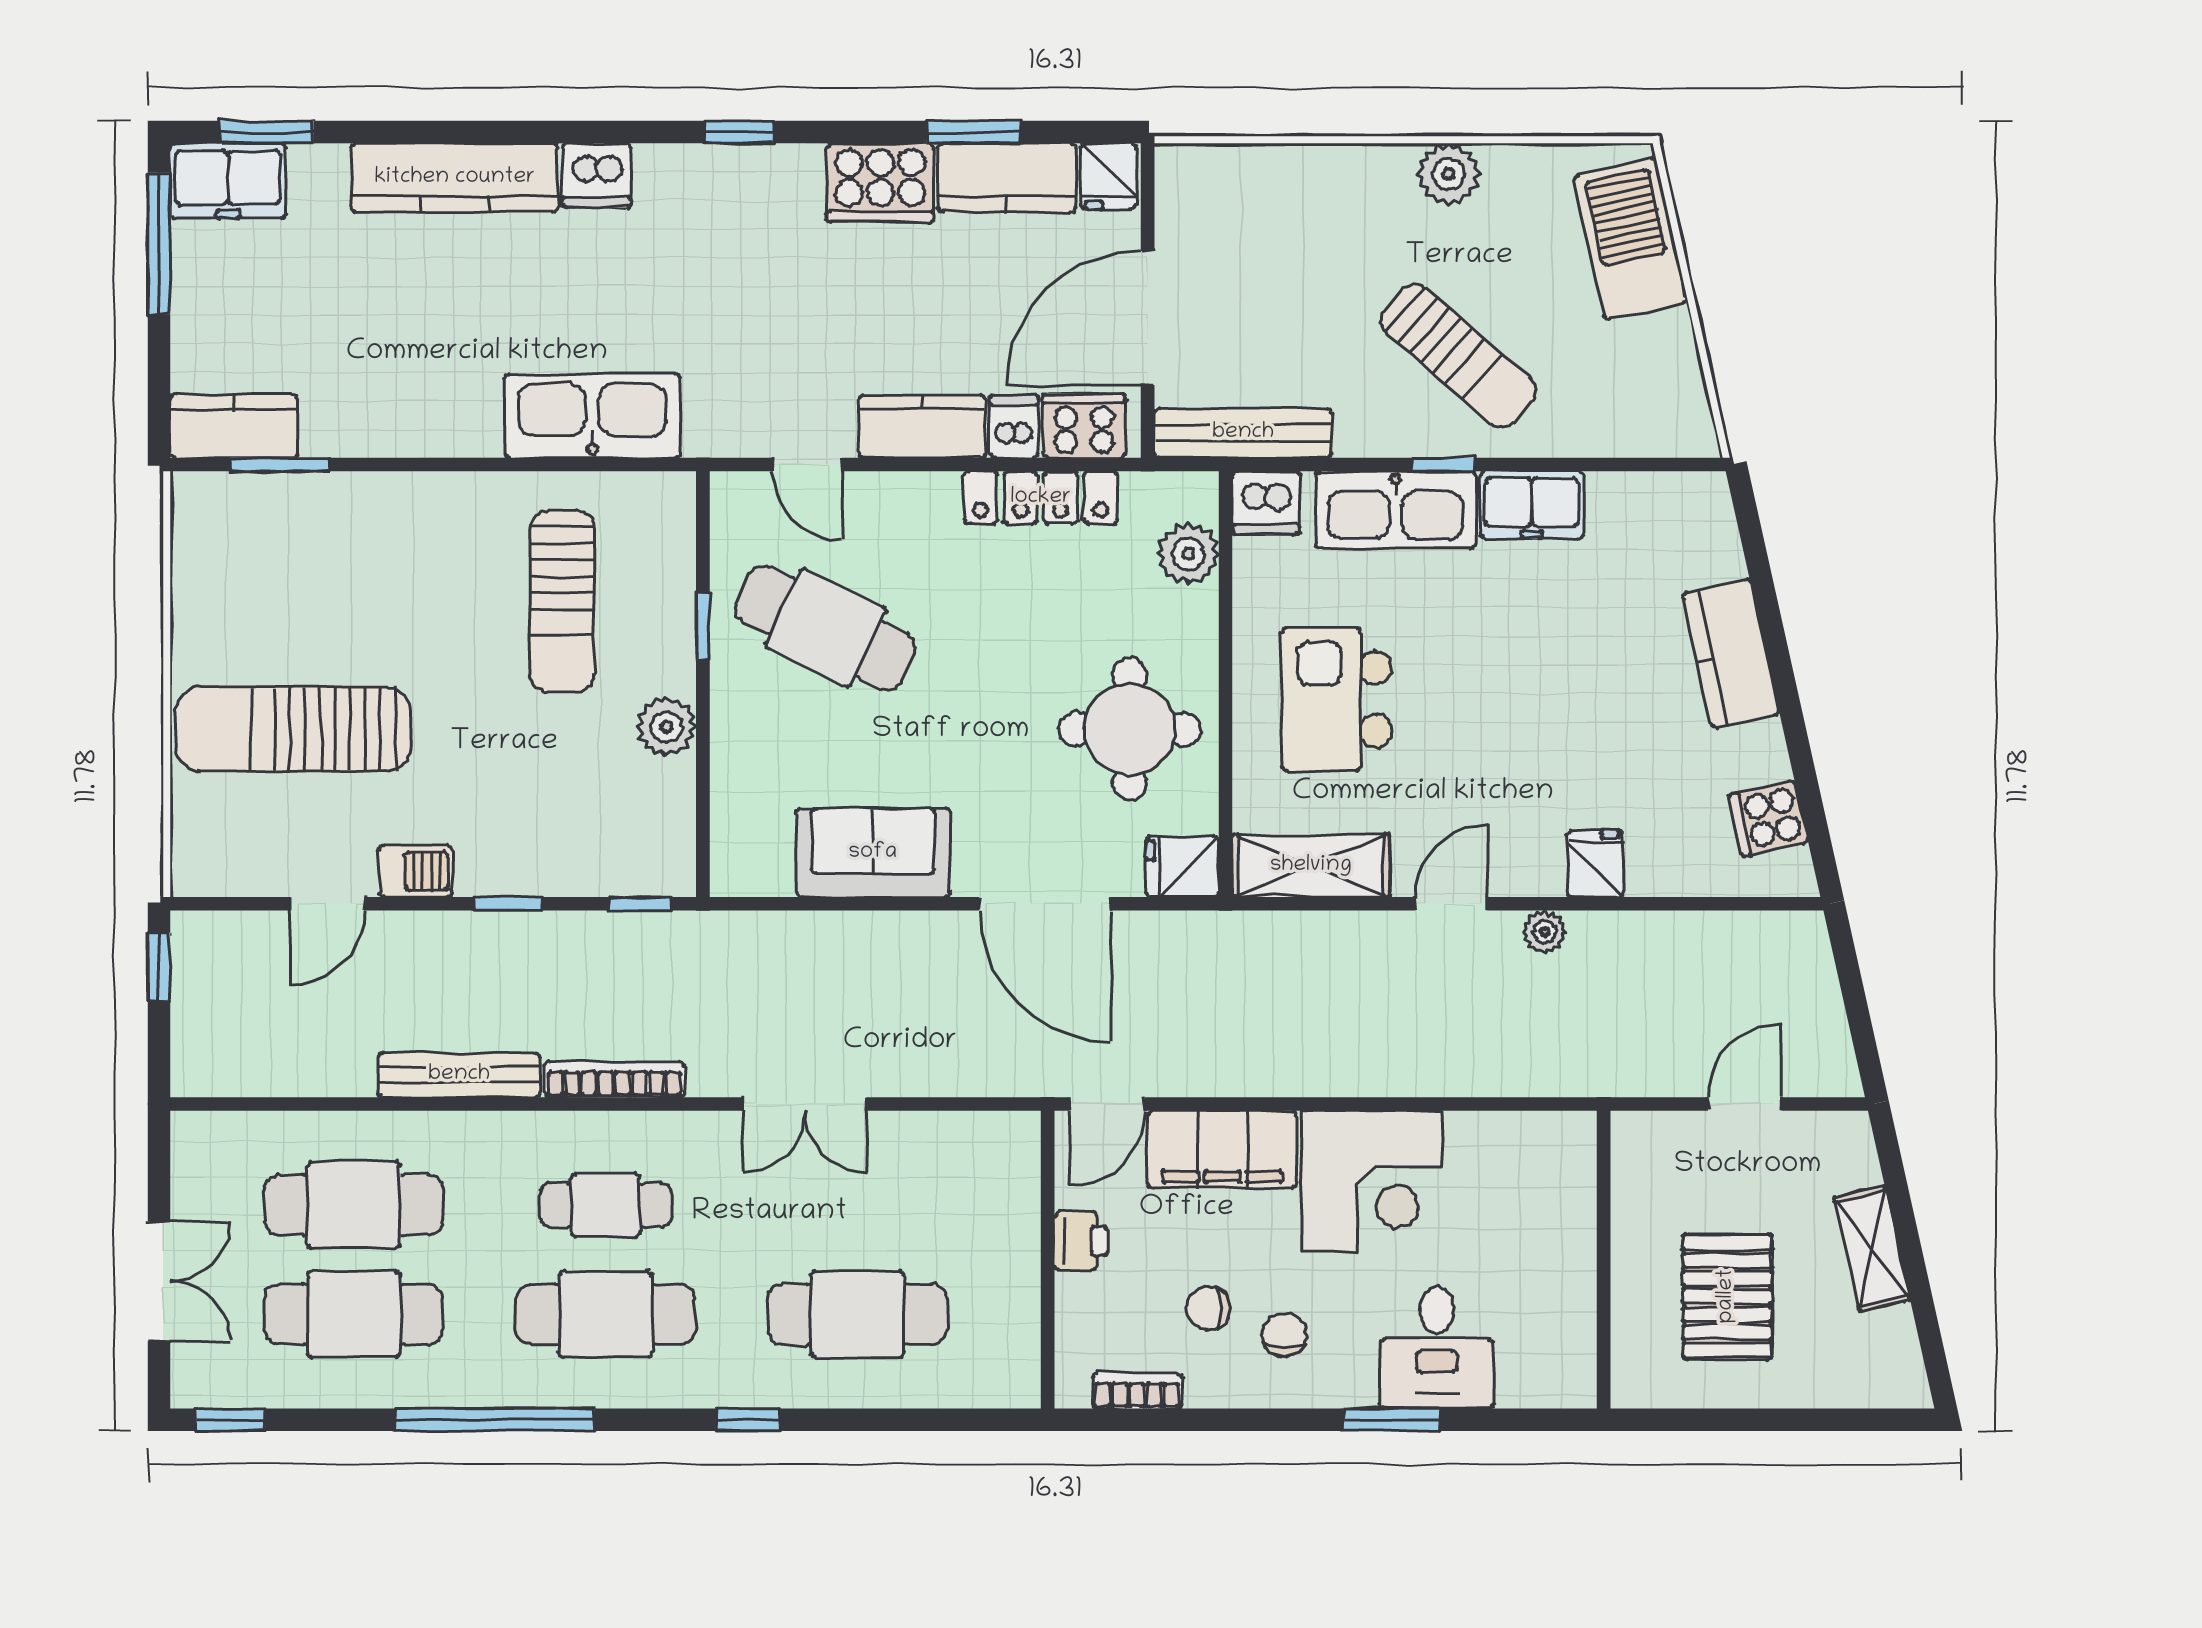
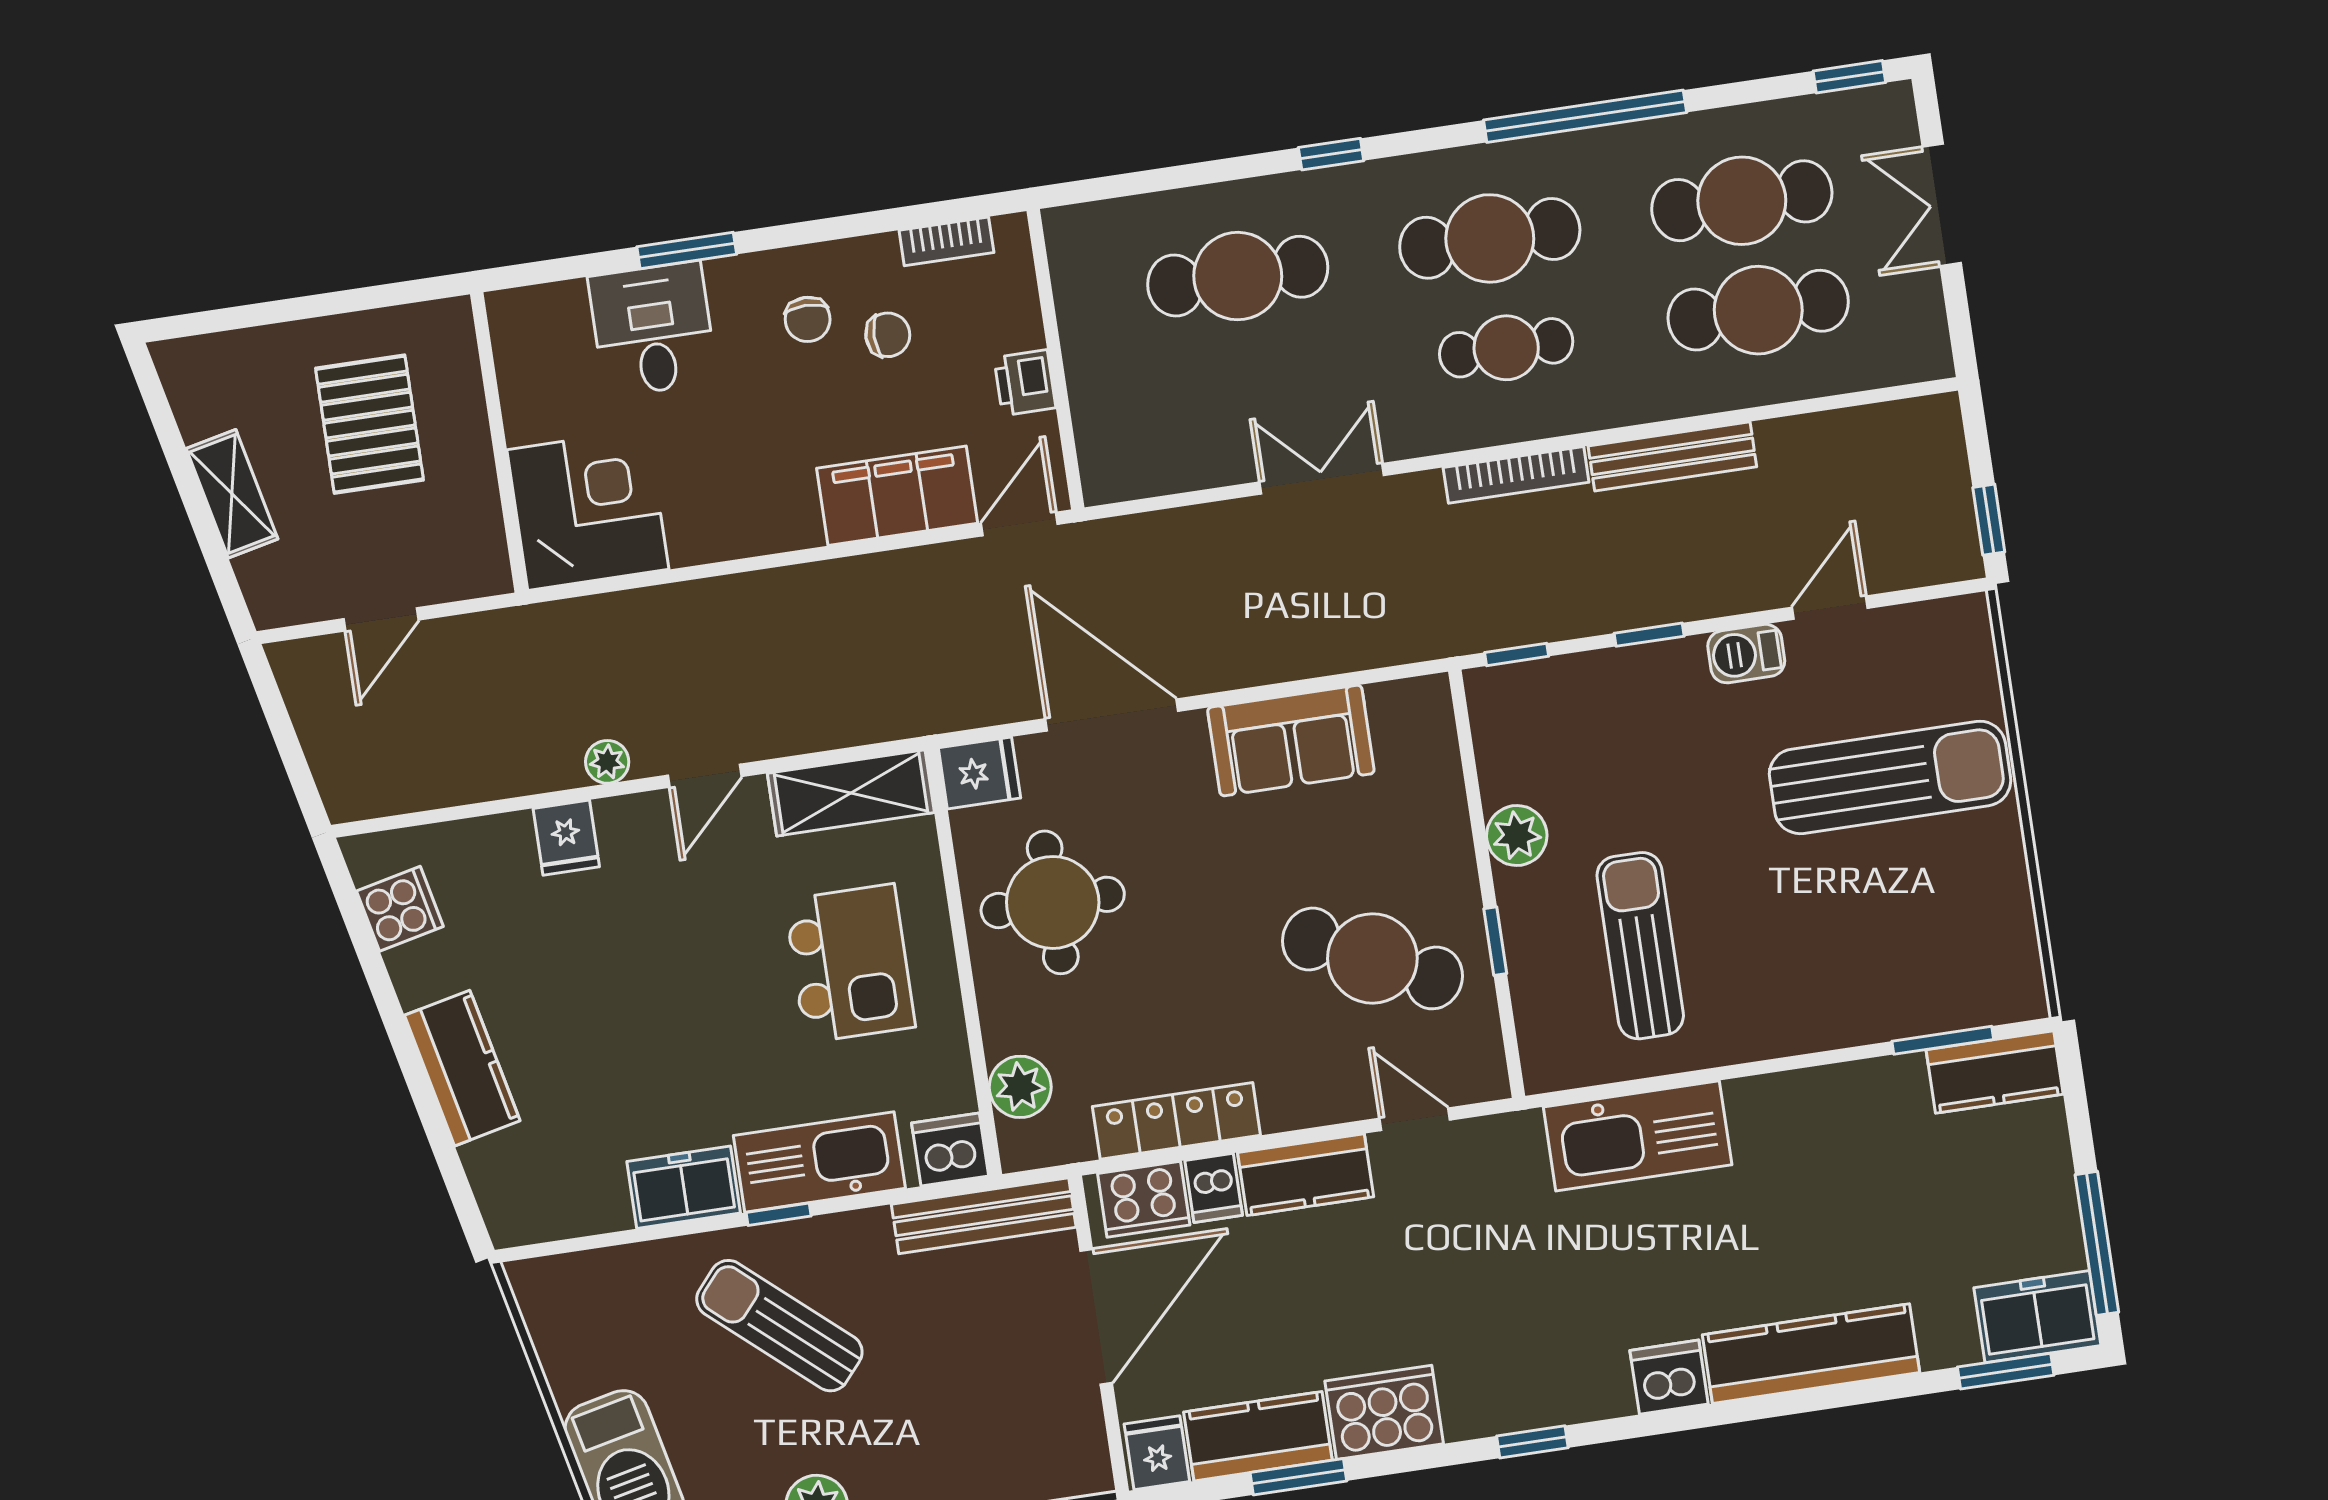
corner desk: (1372, 1181) -> (588, 510), moved, turned 90

